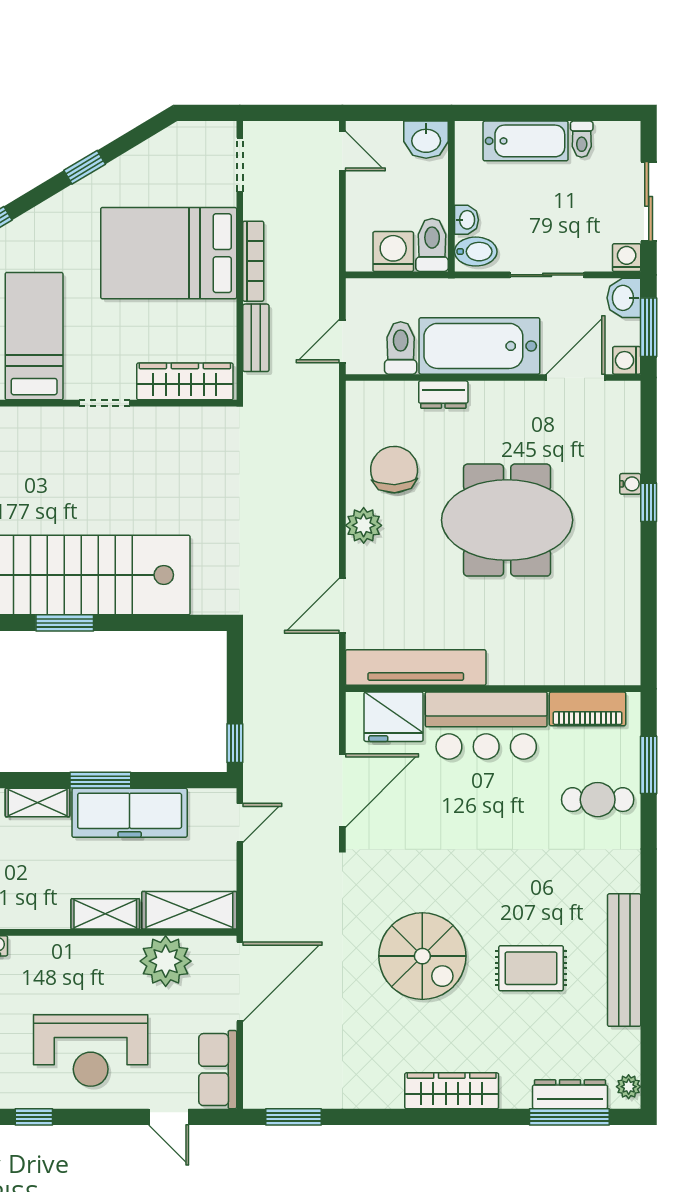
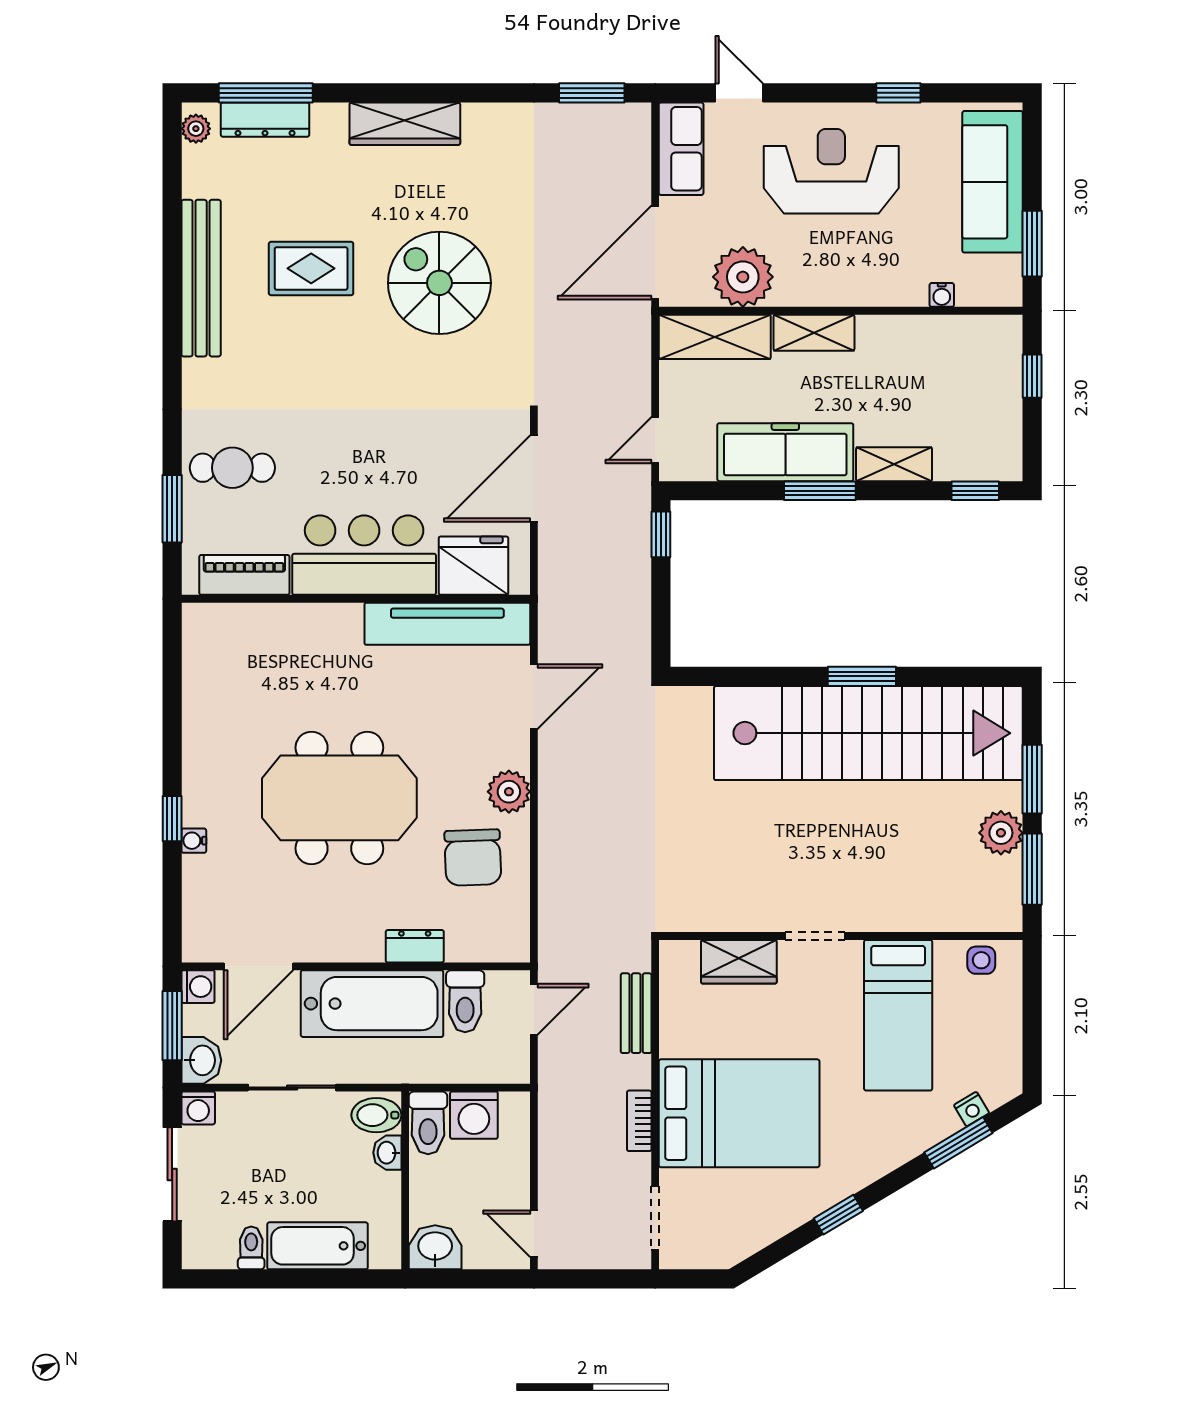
bookcase: (253, 261) -> (639, 1121), width x0.64
wardrobe: (185, 381) -> (739, 962), width x0.67

